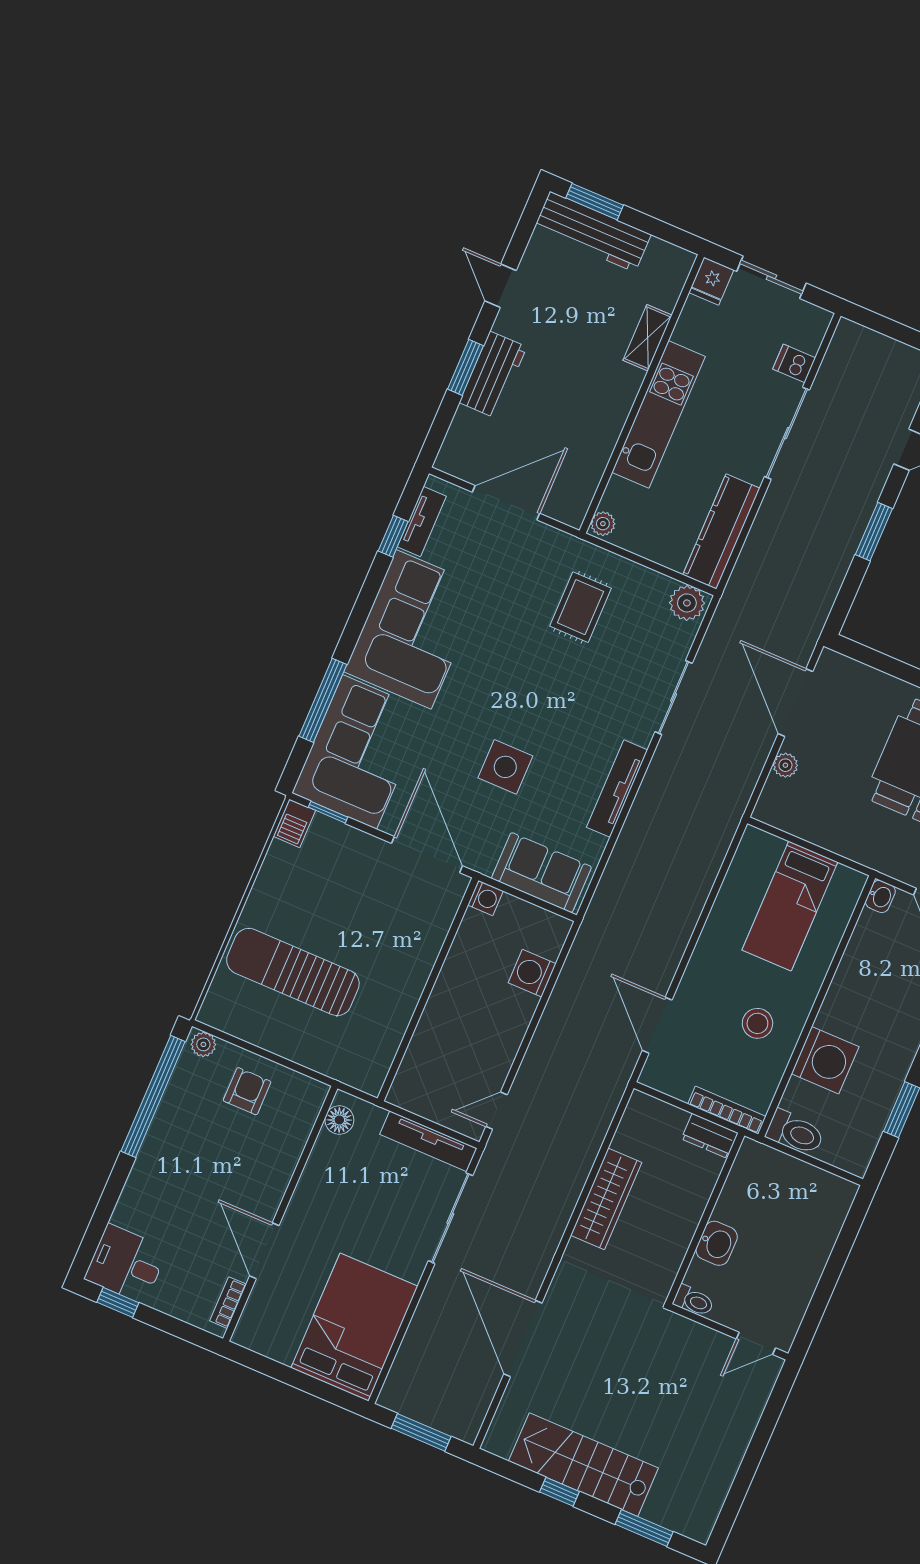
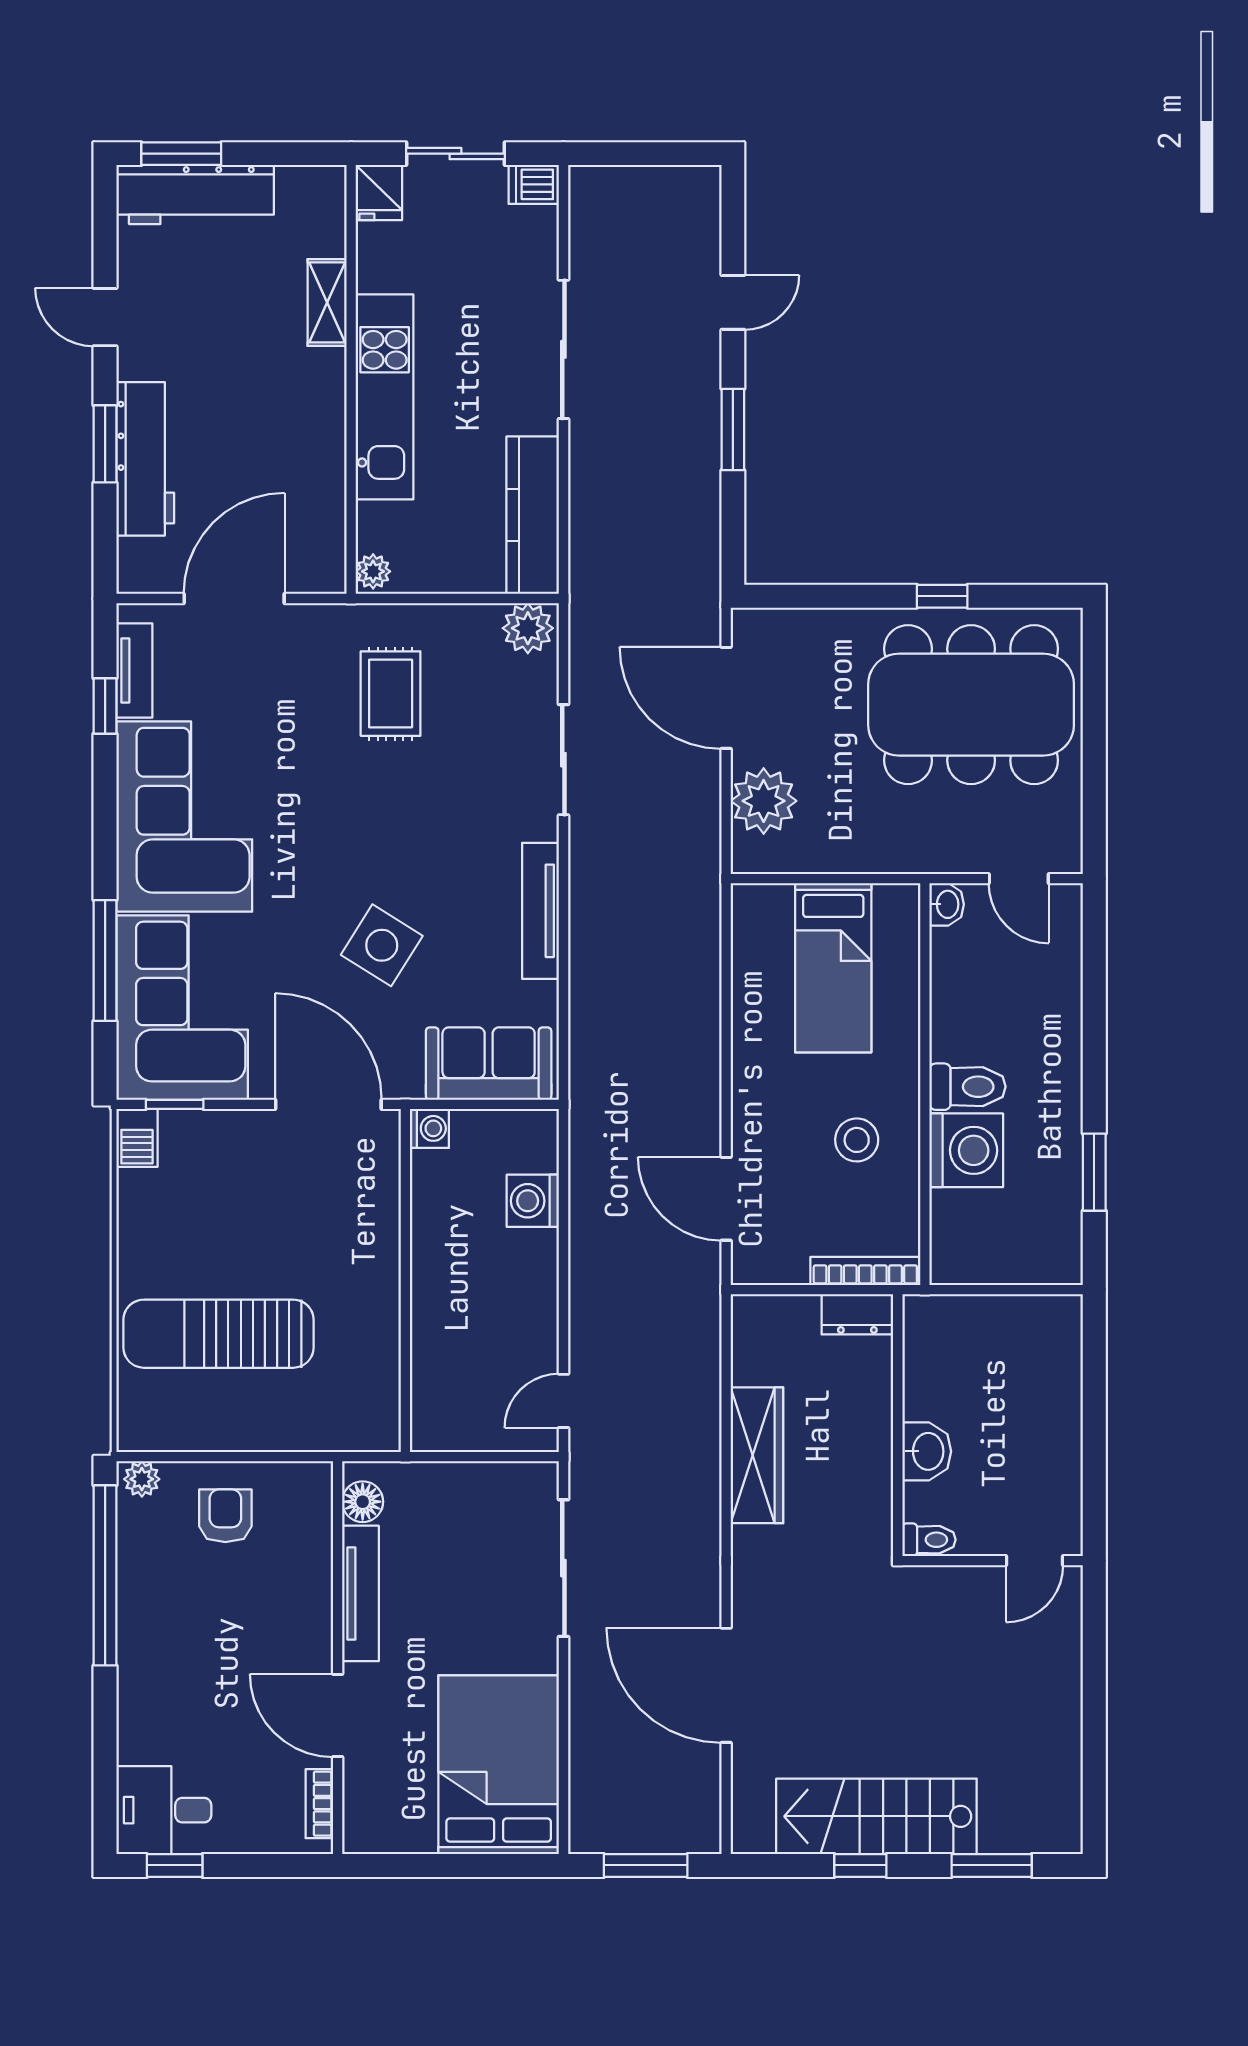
dishwasher: (794, 363) -> (534, 184), moved
workbench: (493, 375) -> (145, 459), width x1.37
plant: (785, 765) -> (764, 801), width x1.87, depth x1.87
side table: (505, 767) -> (382, 945), turned 32
toilet: (795, 1133) -> (968, 1087), moved
tv unit: (428, 1141) -> (361, 1593), moved, turned -90

